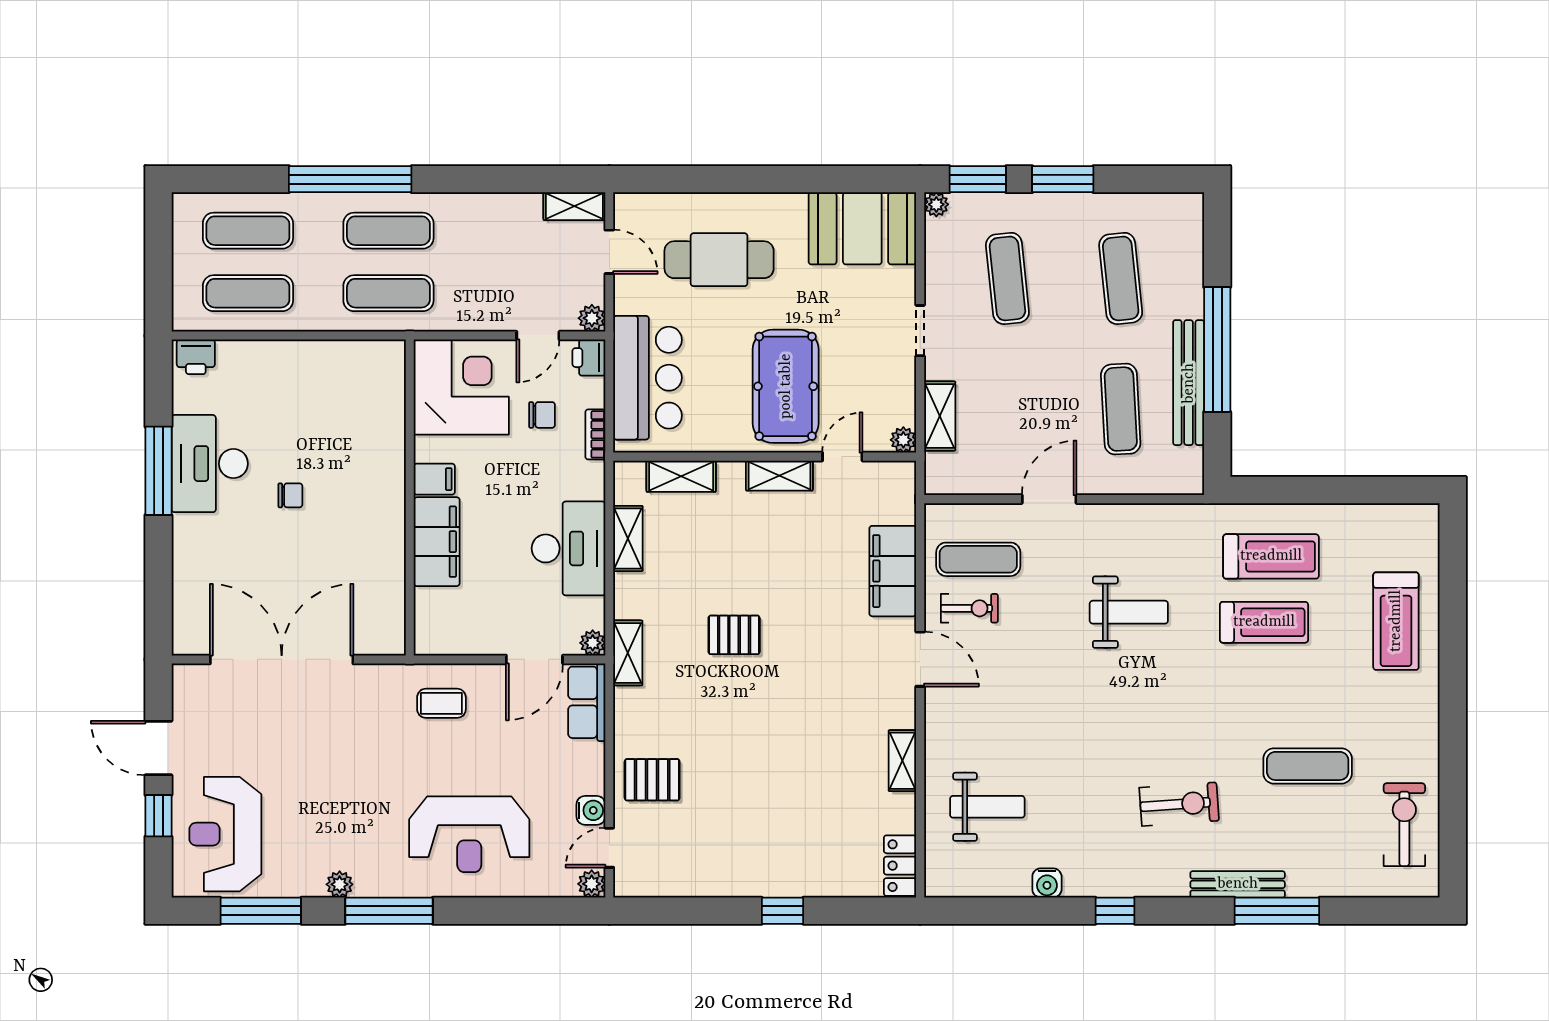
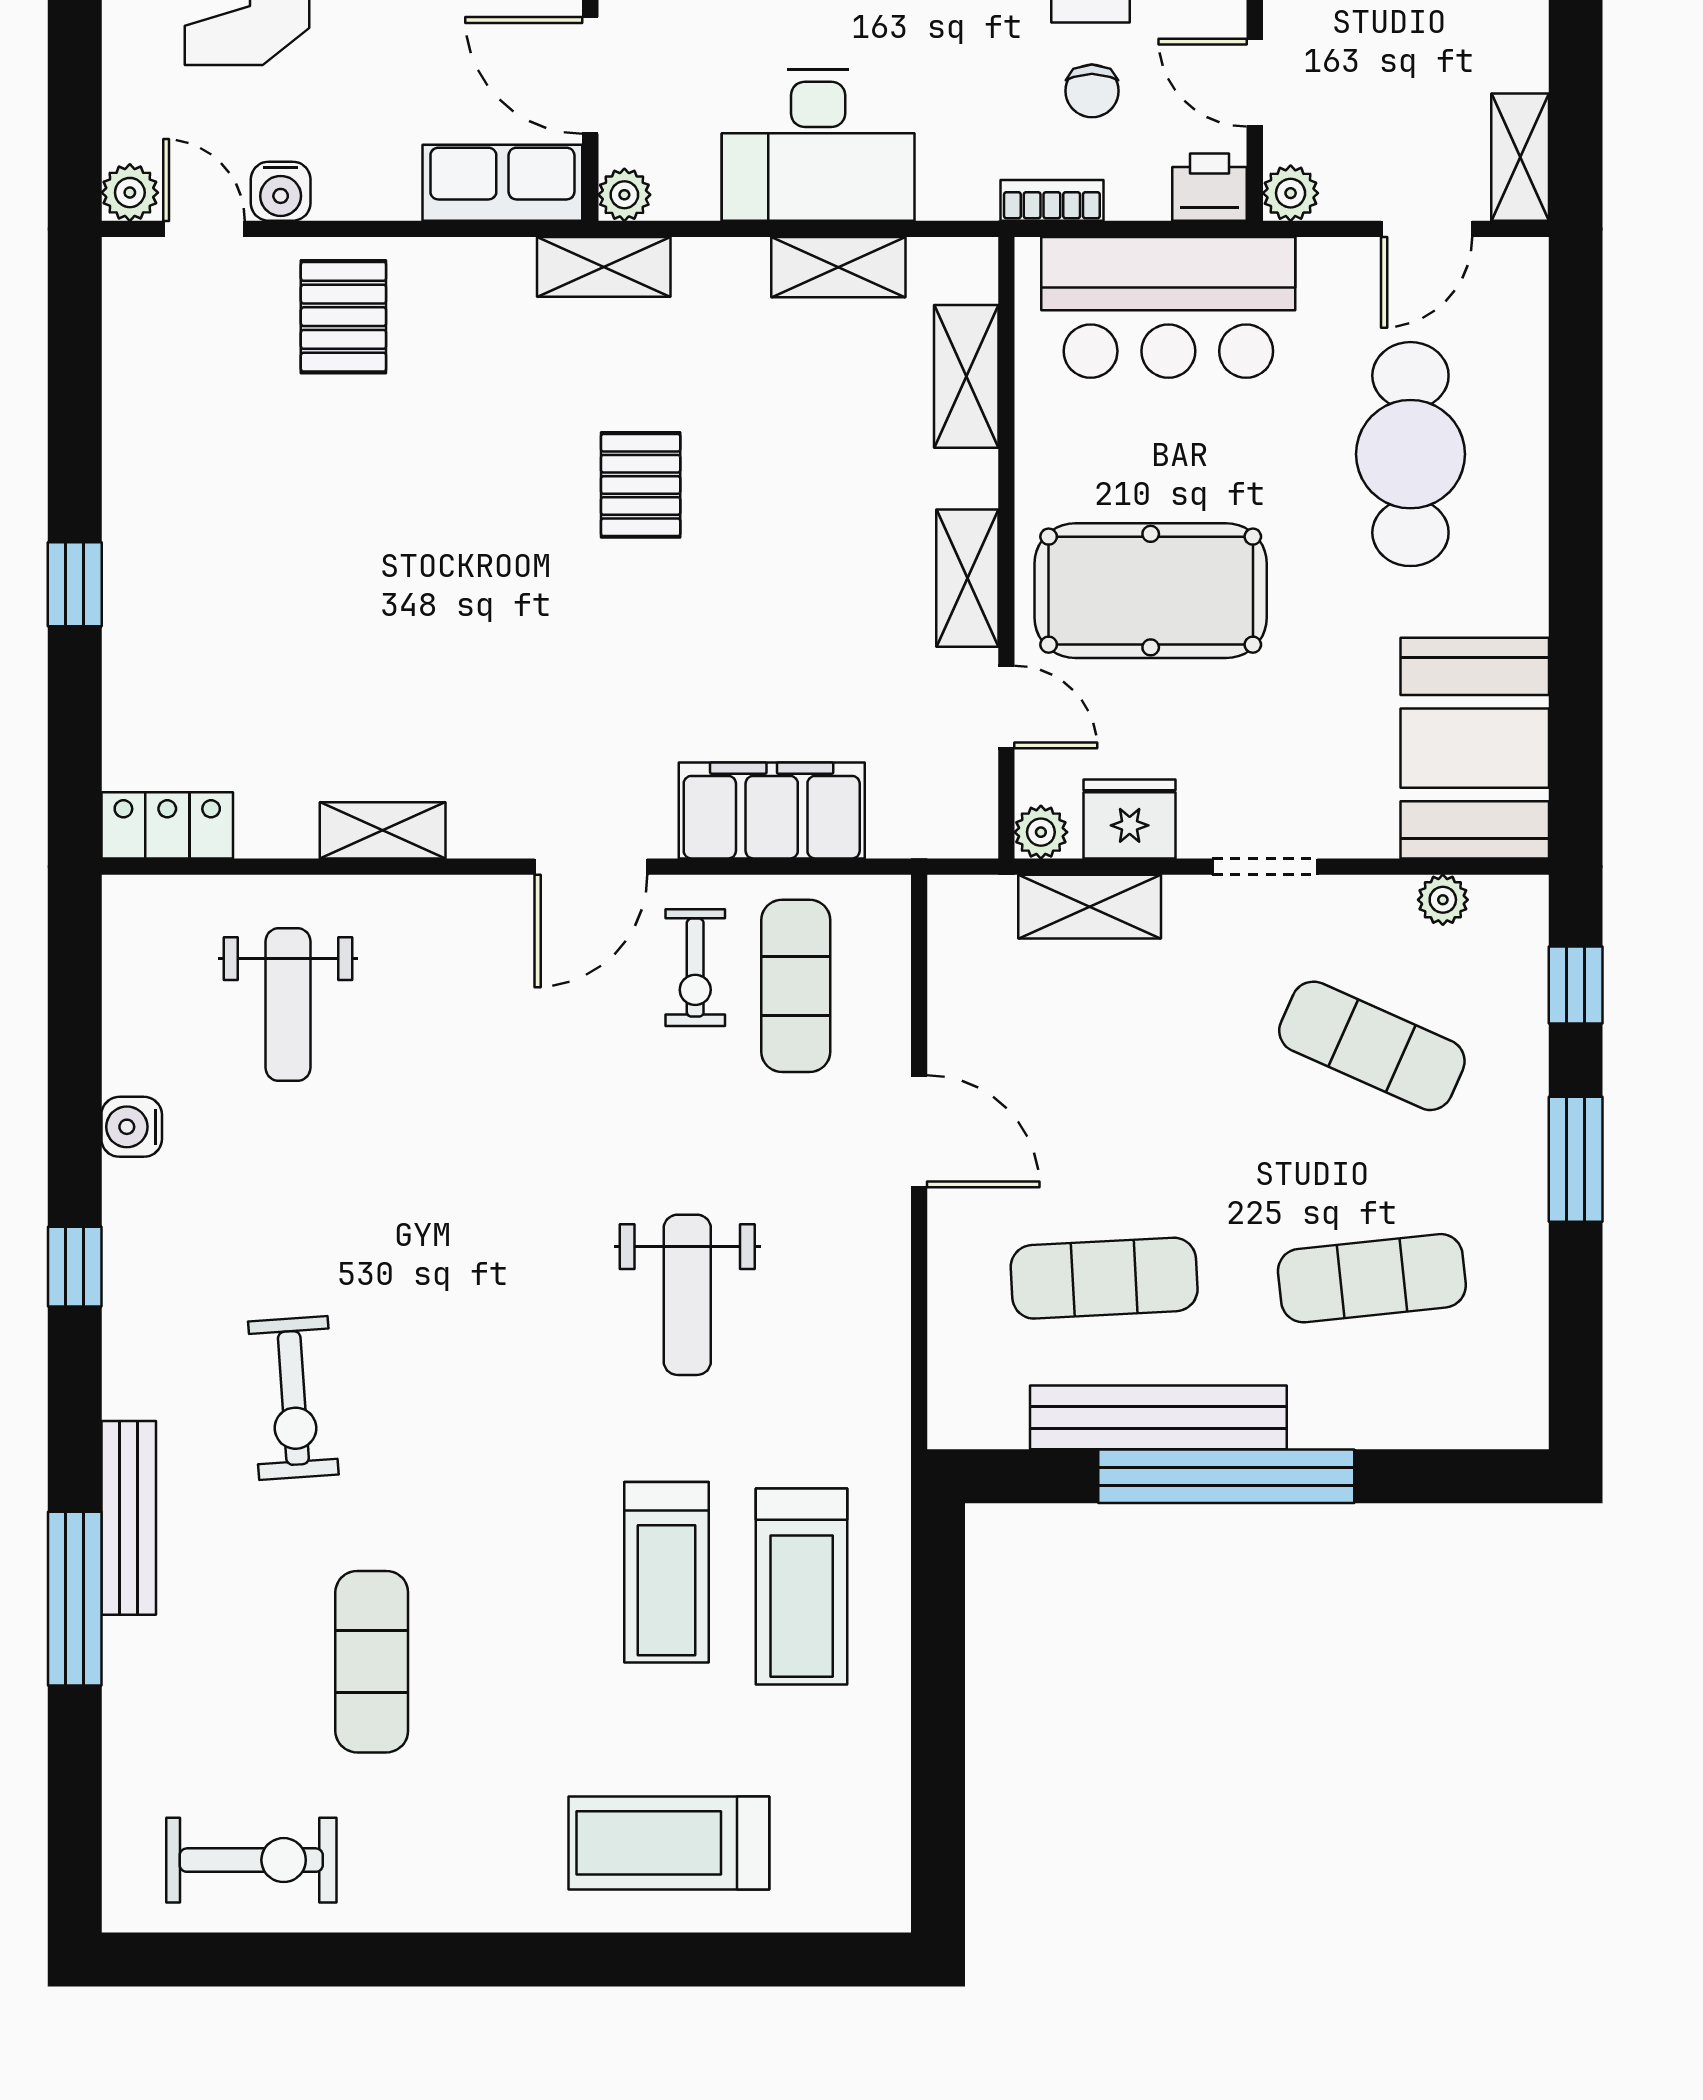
window: (978, 179) -> (1576, 985), width x0.67
plant: (936, 204) -> (1443, 900), moved
exercise mat: (1007, 278) -> (1372, 1046), turned 30
fridge: (897, 397) -> (1130, 819), added

